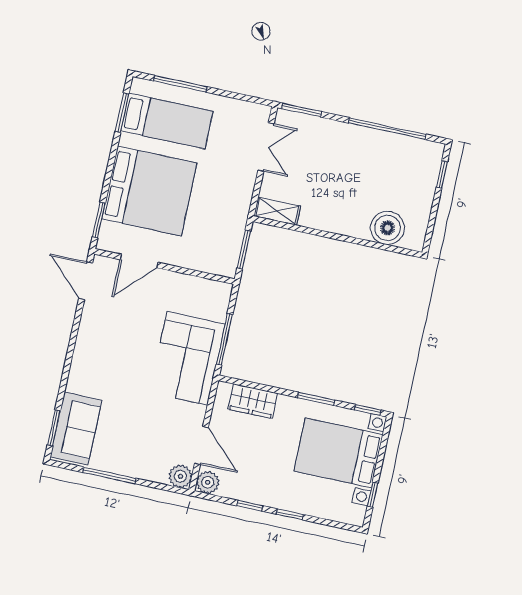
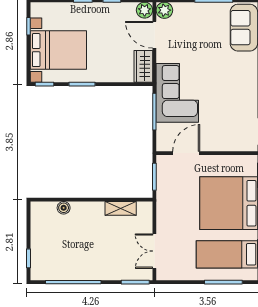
shelving: (277, 211) -> (121, 208), moved
boiler: (388, 228) -> (64, 208), width x0.54, depth x0.54
door: (139, 261) -> (186, 153), moved
wardrobe: (253, 401) -> (143, 66), moved, turned -90

